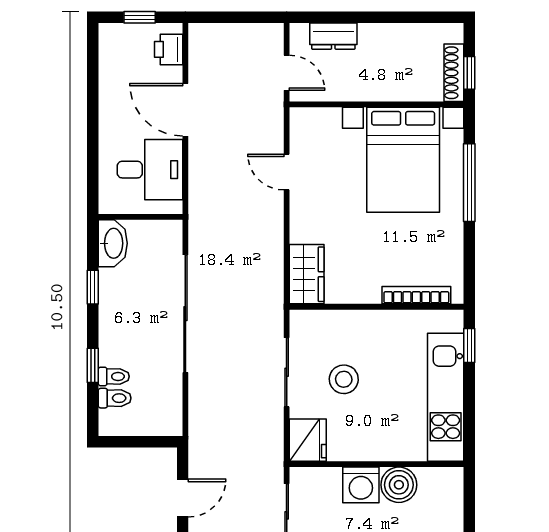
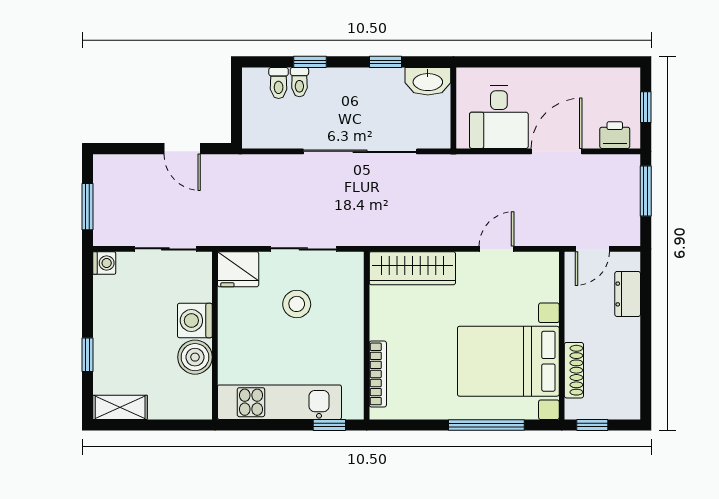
window: (227, 17) -> (646, 191), added
shoe rack: (454, 73) -> (574, 370), moved, turned 90
wardrobe: (307, 274) -> (412, 268), width x1.50

